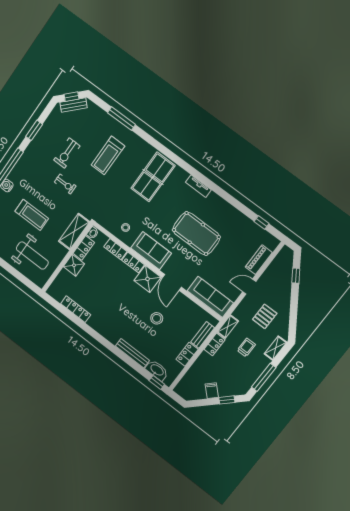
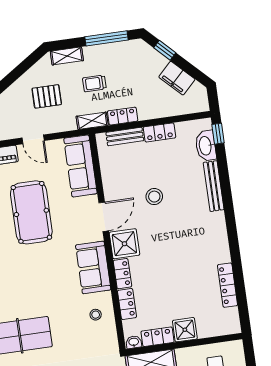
pool table: (196, 233) -> (31, 212), moved
filing cabinet: (212, 391) -> (177, 78), width x2.00

